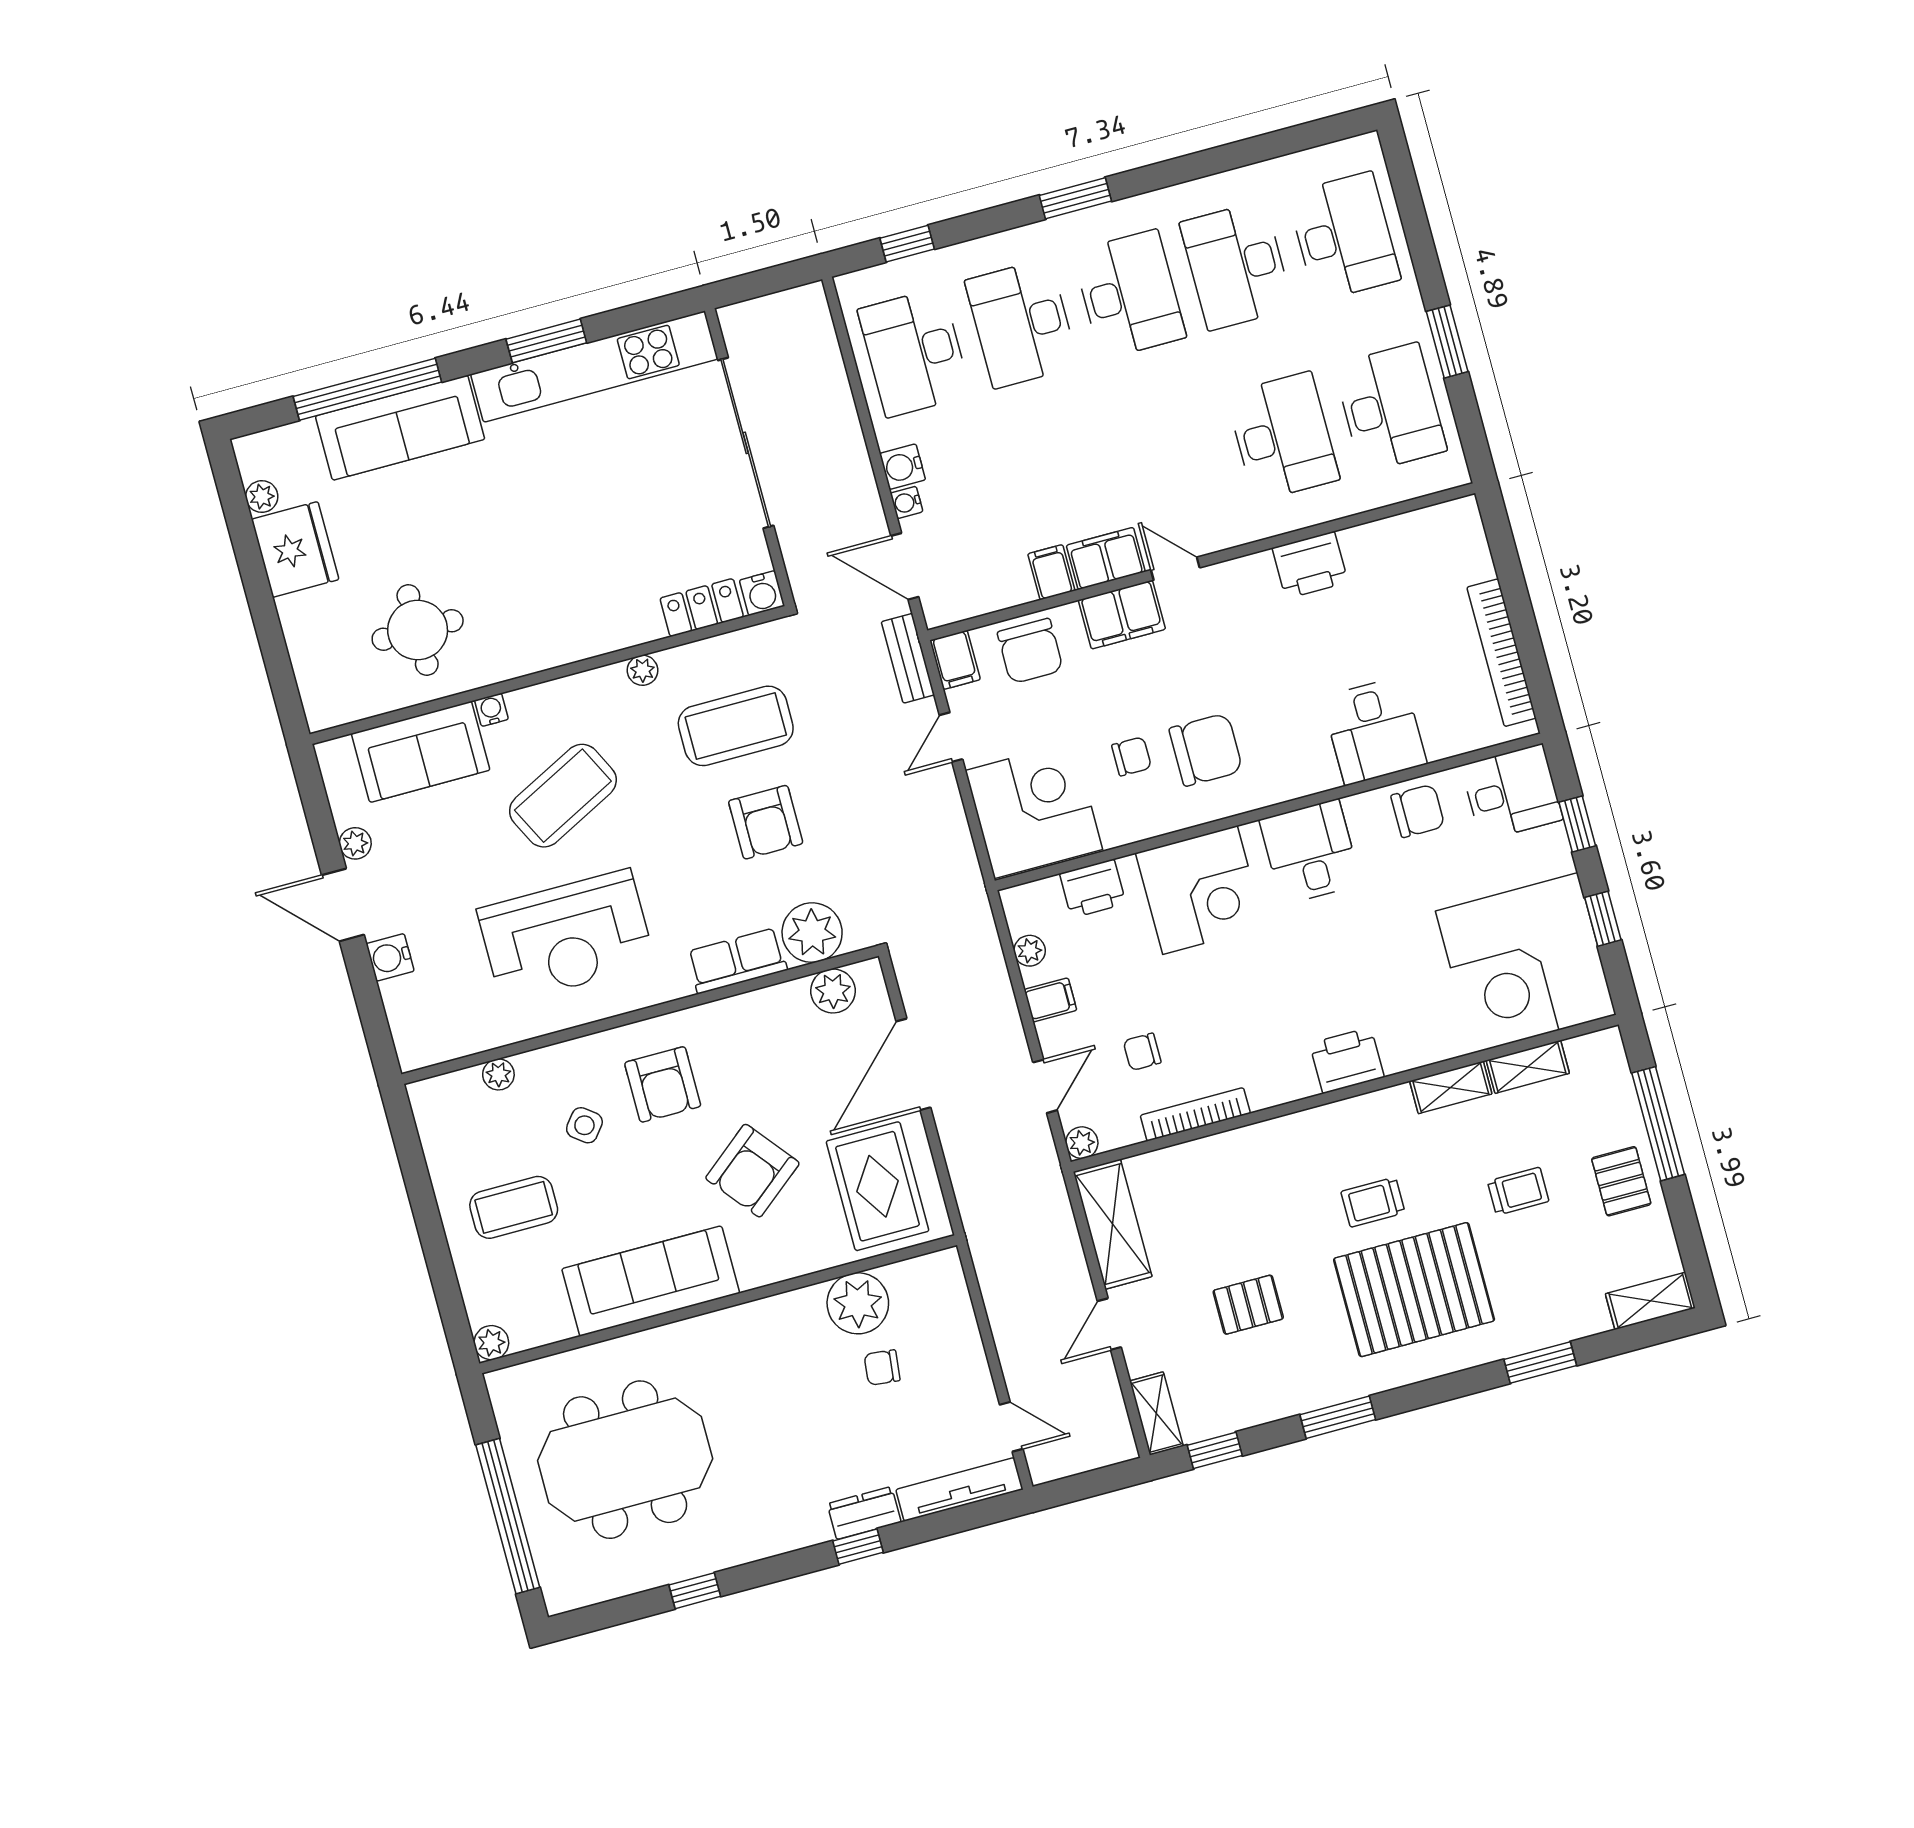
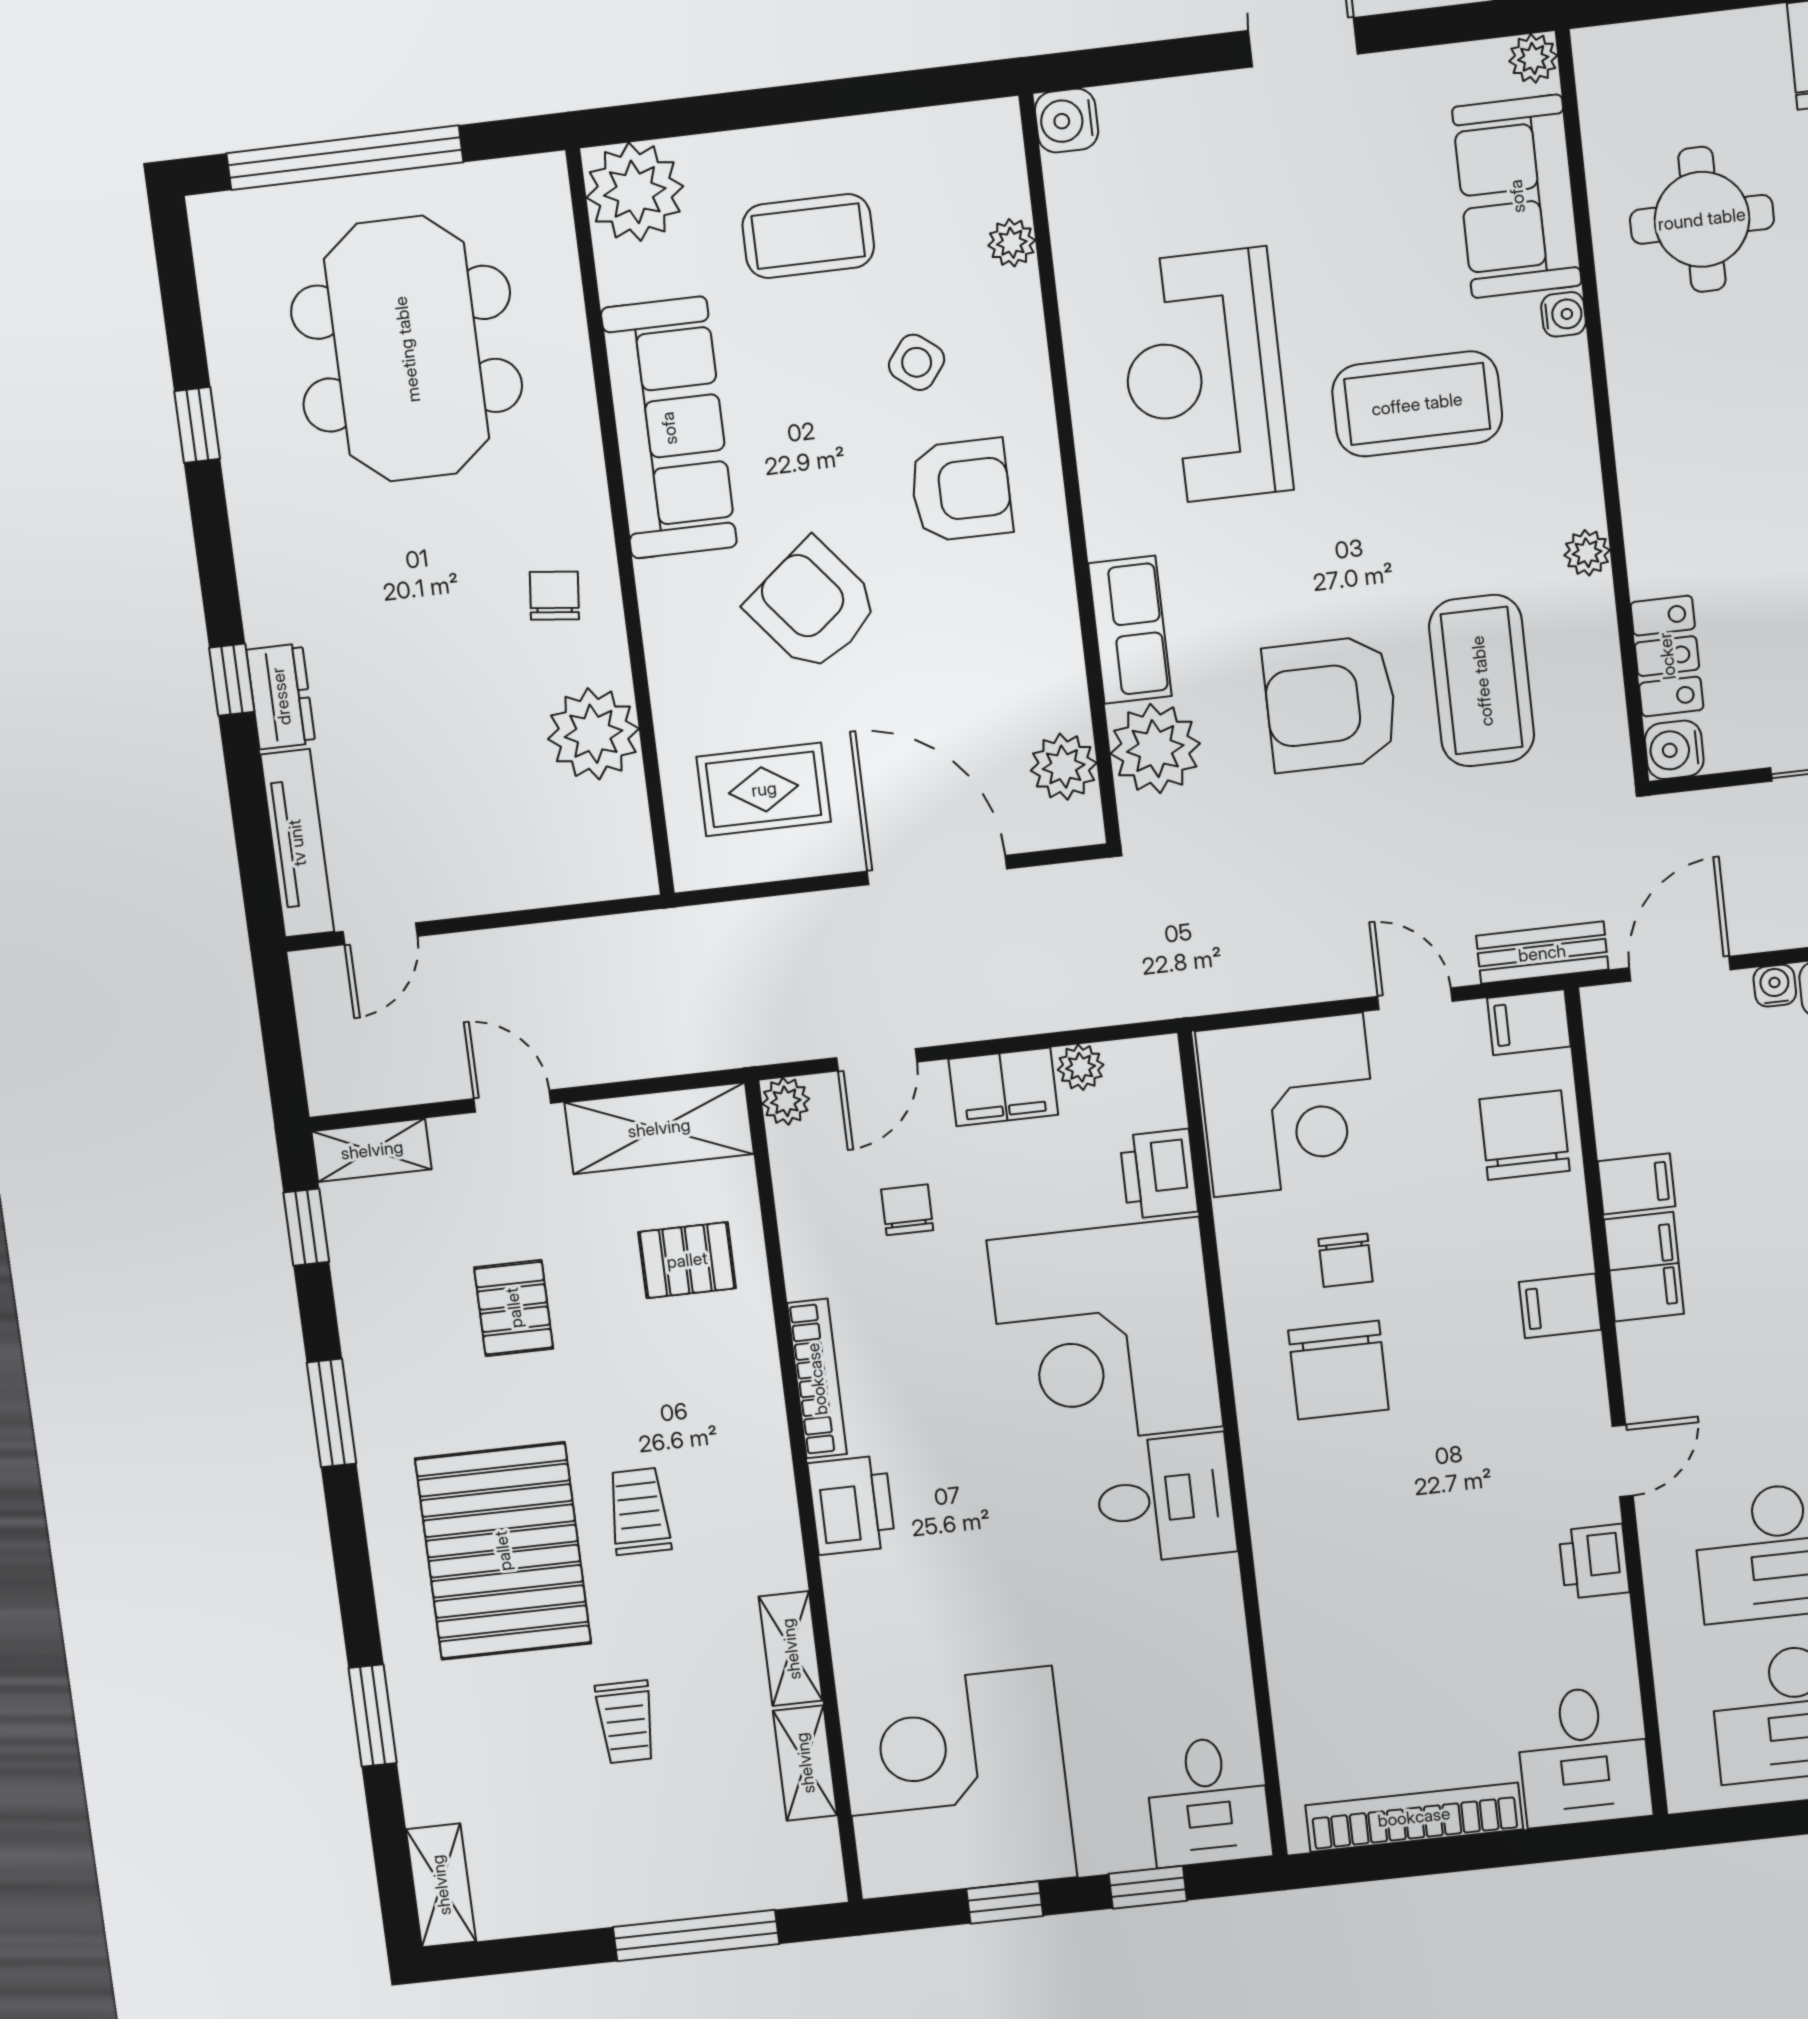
printer: (1310, 565) -> (1594, 1561), width x0.73, depth x0.81
door: (1175, 569) -> (1623, 1461), moved
filing cabinet: (1122, 615) -> (1560, 1306), width x0.50
chair: (1030, 651) -> (1525, 1135), turned 90
desk: (1374, 731) -> (1584, 1756), moved, turned -90
coffee table: (563, 796) -> (1417, 404), turned -63
chair: (1418, 811) -> (1202, 1662), removed
armchair: (766, 822) -> (1331, 704), width x1.36, depth x1.36
plant: (355, 843) -> (1533, 58), moved
corner desk: (1200, 890) -> (1105, 1333), width x1.36, depth x1.36
water cooler: (390, 957) -> (1067, 121), moved, turned -90
filing cabinet: (1050, 1000) -> (1003, 1087), width x2.00
armchair: (663, 1084) -> (961, 490), turned 180
door: (1045, 1086) -> (877, 1060), hinge flipped
bookcase: (1195, 1114) -> (817, 1379), moved
pallet: (1621, 1181) -> (687, 1260), moved
rug: (878, 1186) -> (764, 789), width x0.73, depth x0.70
coffee table: (514, 1207) -> (808, 236), turned 90
plant: (491, 1343) -> (635, 192), width x1.88, depth x1.88
chair: (882, 1368) -> (554, 596), moved

